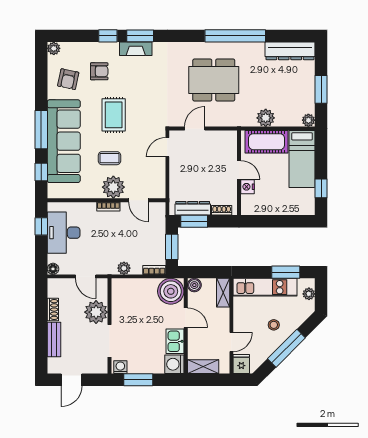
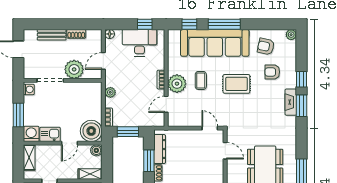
armchair: (99, 71) -> (272, 72), turned 90
window: (194, 221) -> (149, 161), moved
window: (138, 380) -> (18, 115), moved

